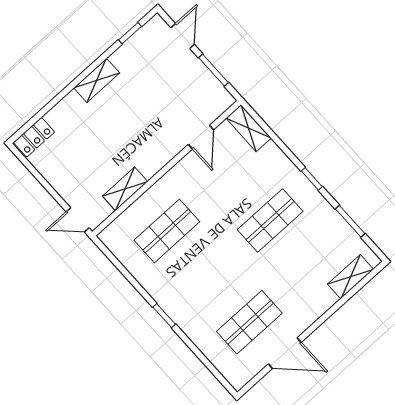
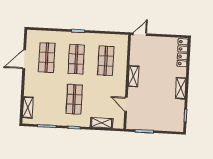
door: (183, 36) -> (166, 132), removed
shelving: (249, 128) -> (102, 123), moved
locker: (34, 137) -> (183, 53), width x1.53
shelving: (125, 189) -> (133, 76), moved
shop shelf: (208, 277) -> (76, 59), added

